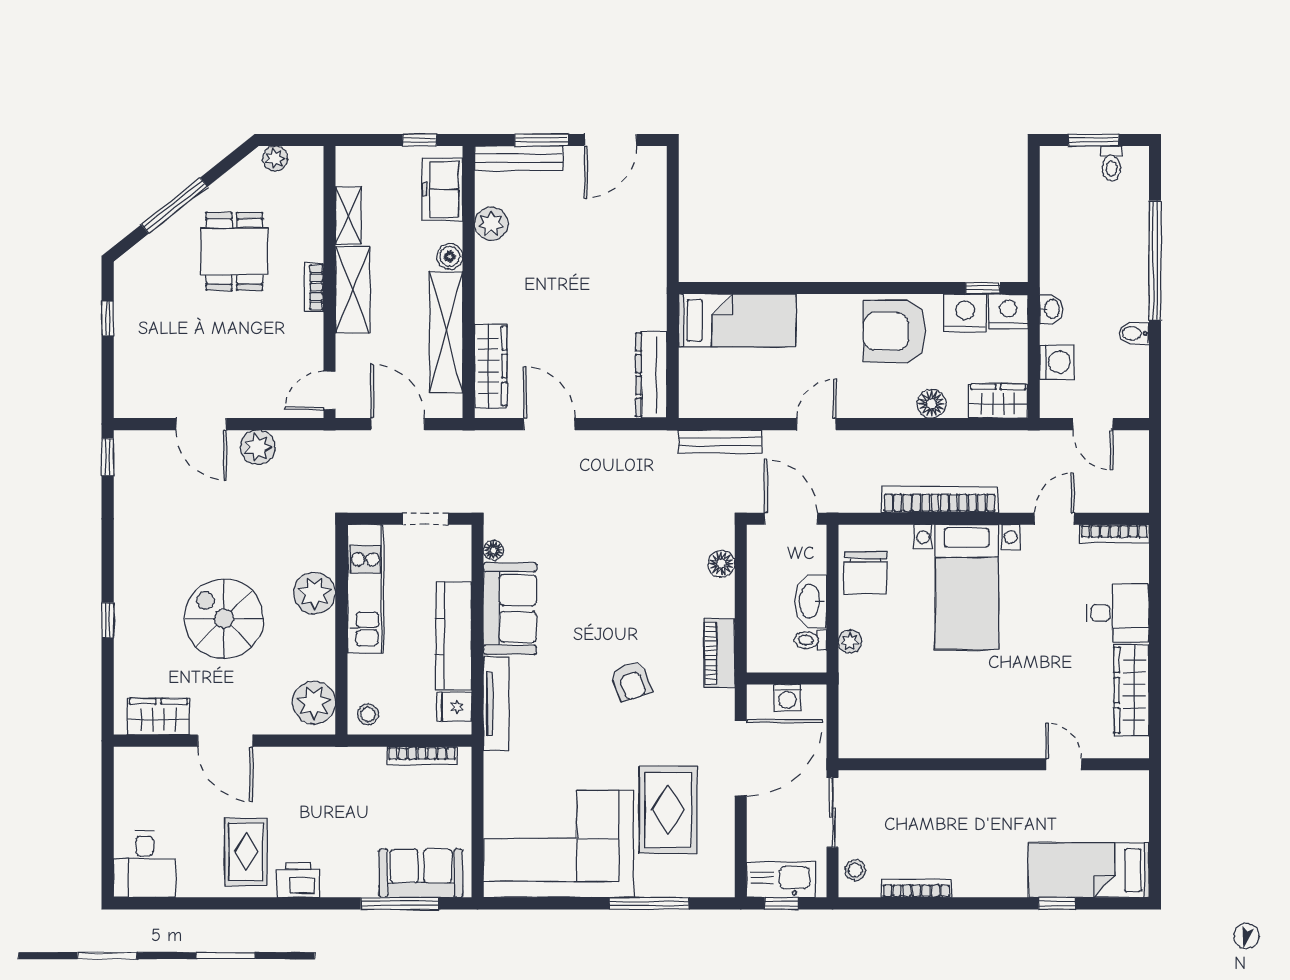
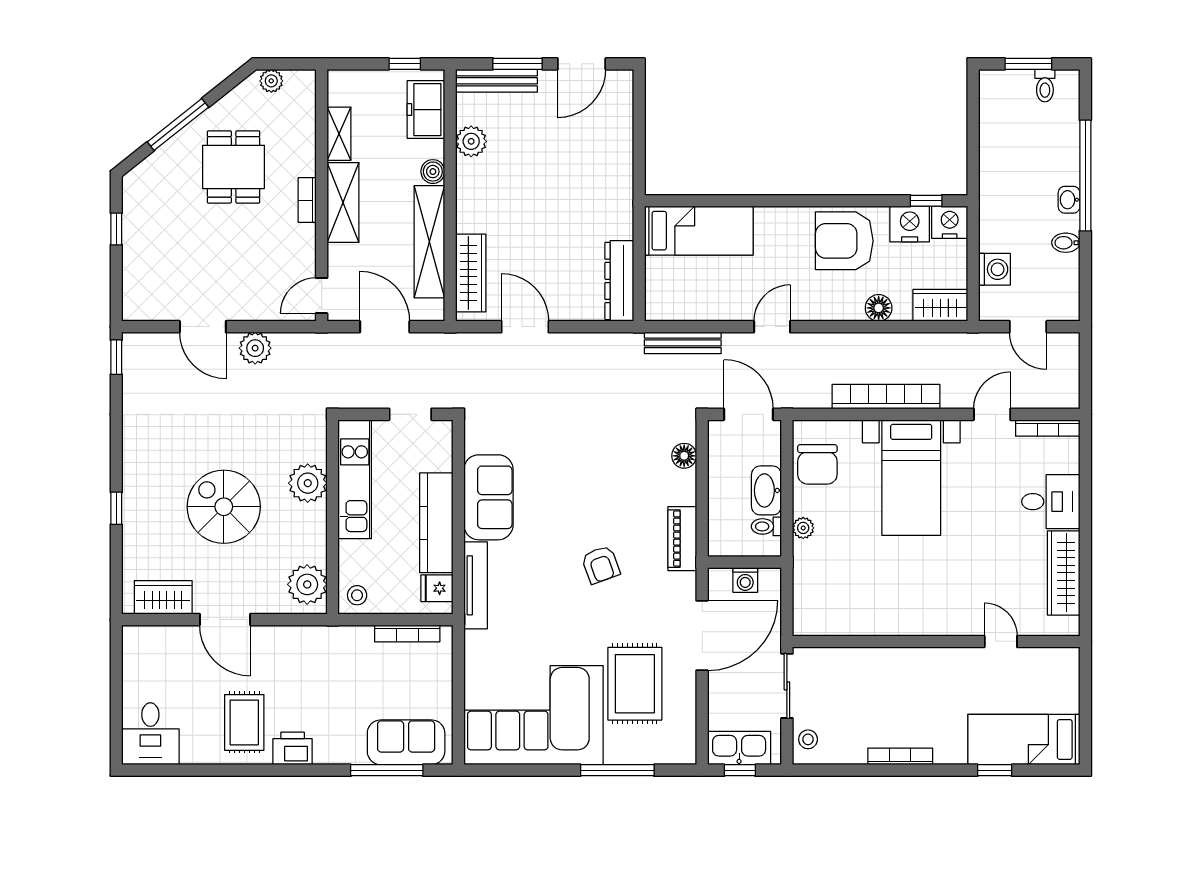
washbasin: (1051, 309) -> (1069, 200), moved, turned 180
floor lamp: (493, 550) -> (473, 443), removed
bookcase: (916, 889) -> (900, 756), moved

